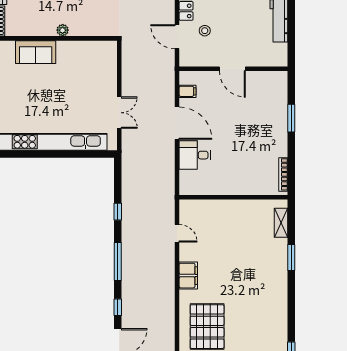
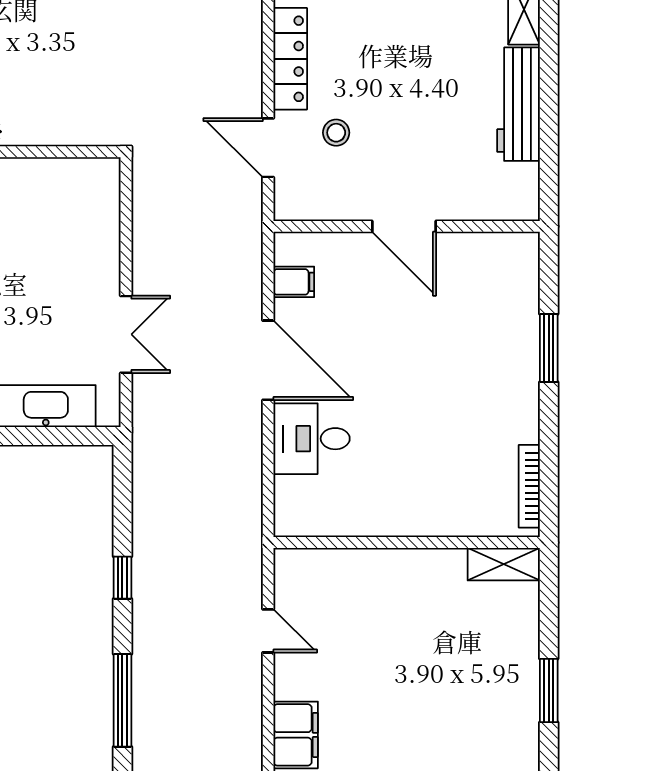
shelving: (281, 223) -> (504, 564), moved, turned 90

